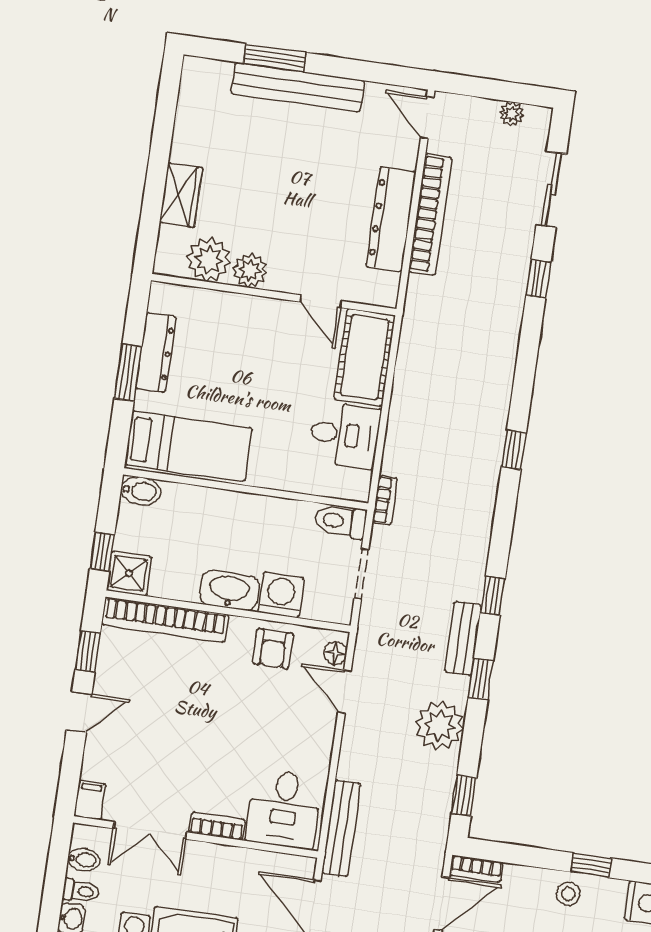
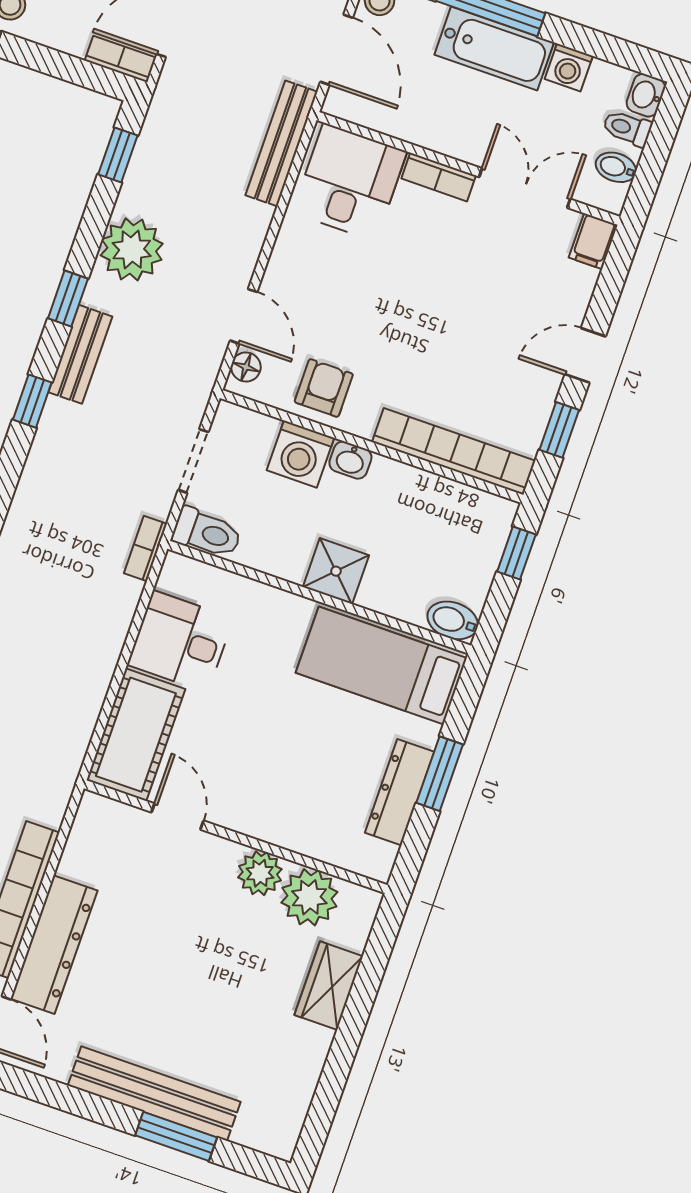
dresser: (391, 219) -> (54, 945), moved
shower: (129, 573) -> (336, 571), moved
washbasin: (229, 590) -> (350, 460), width x0.52, depth x0.69

